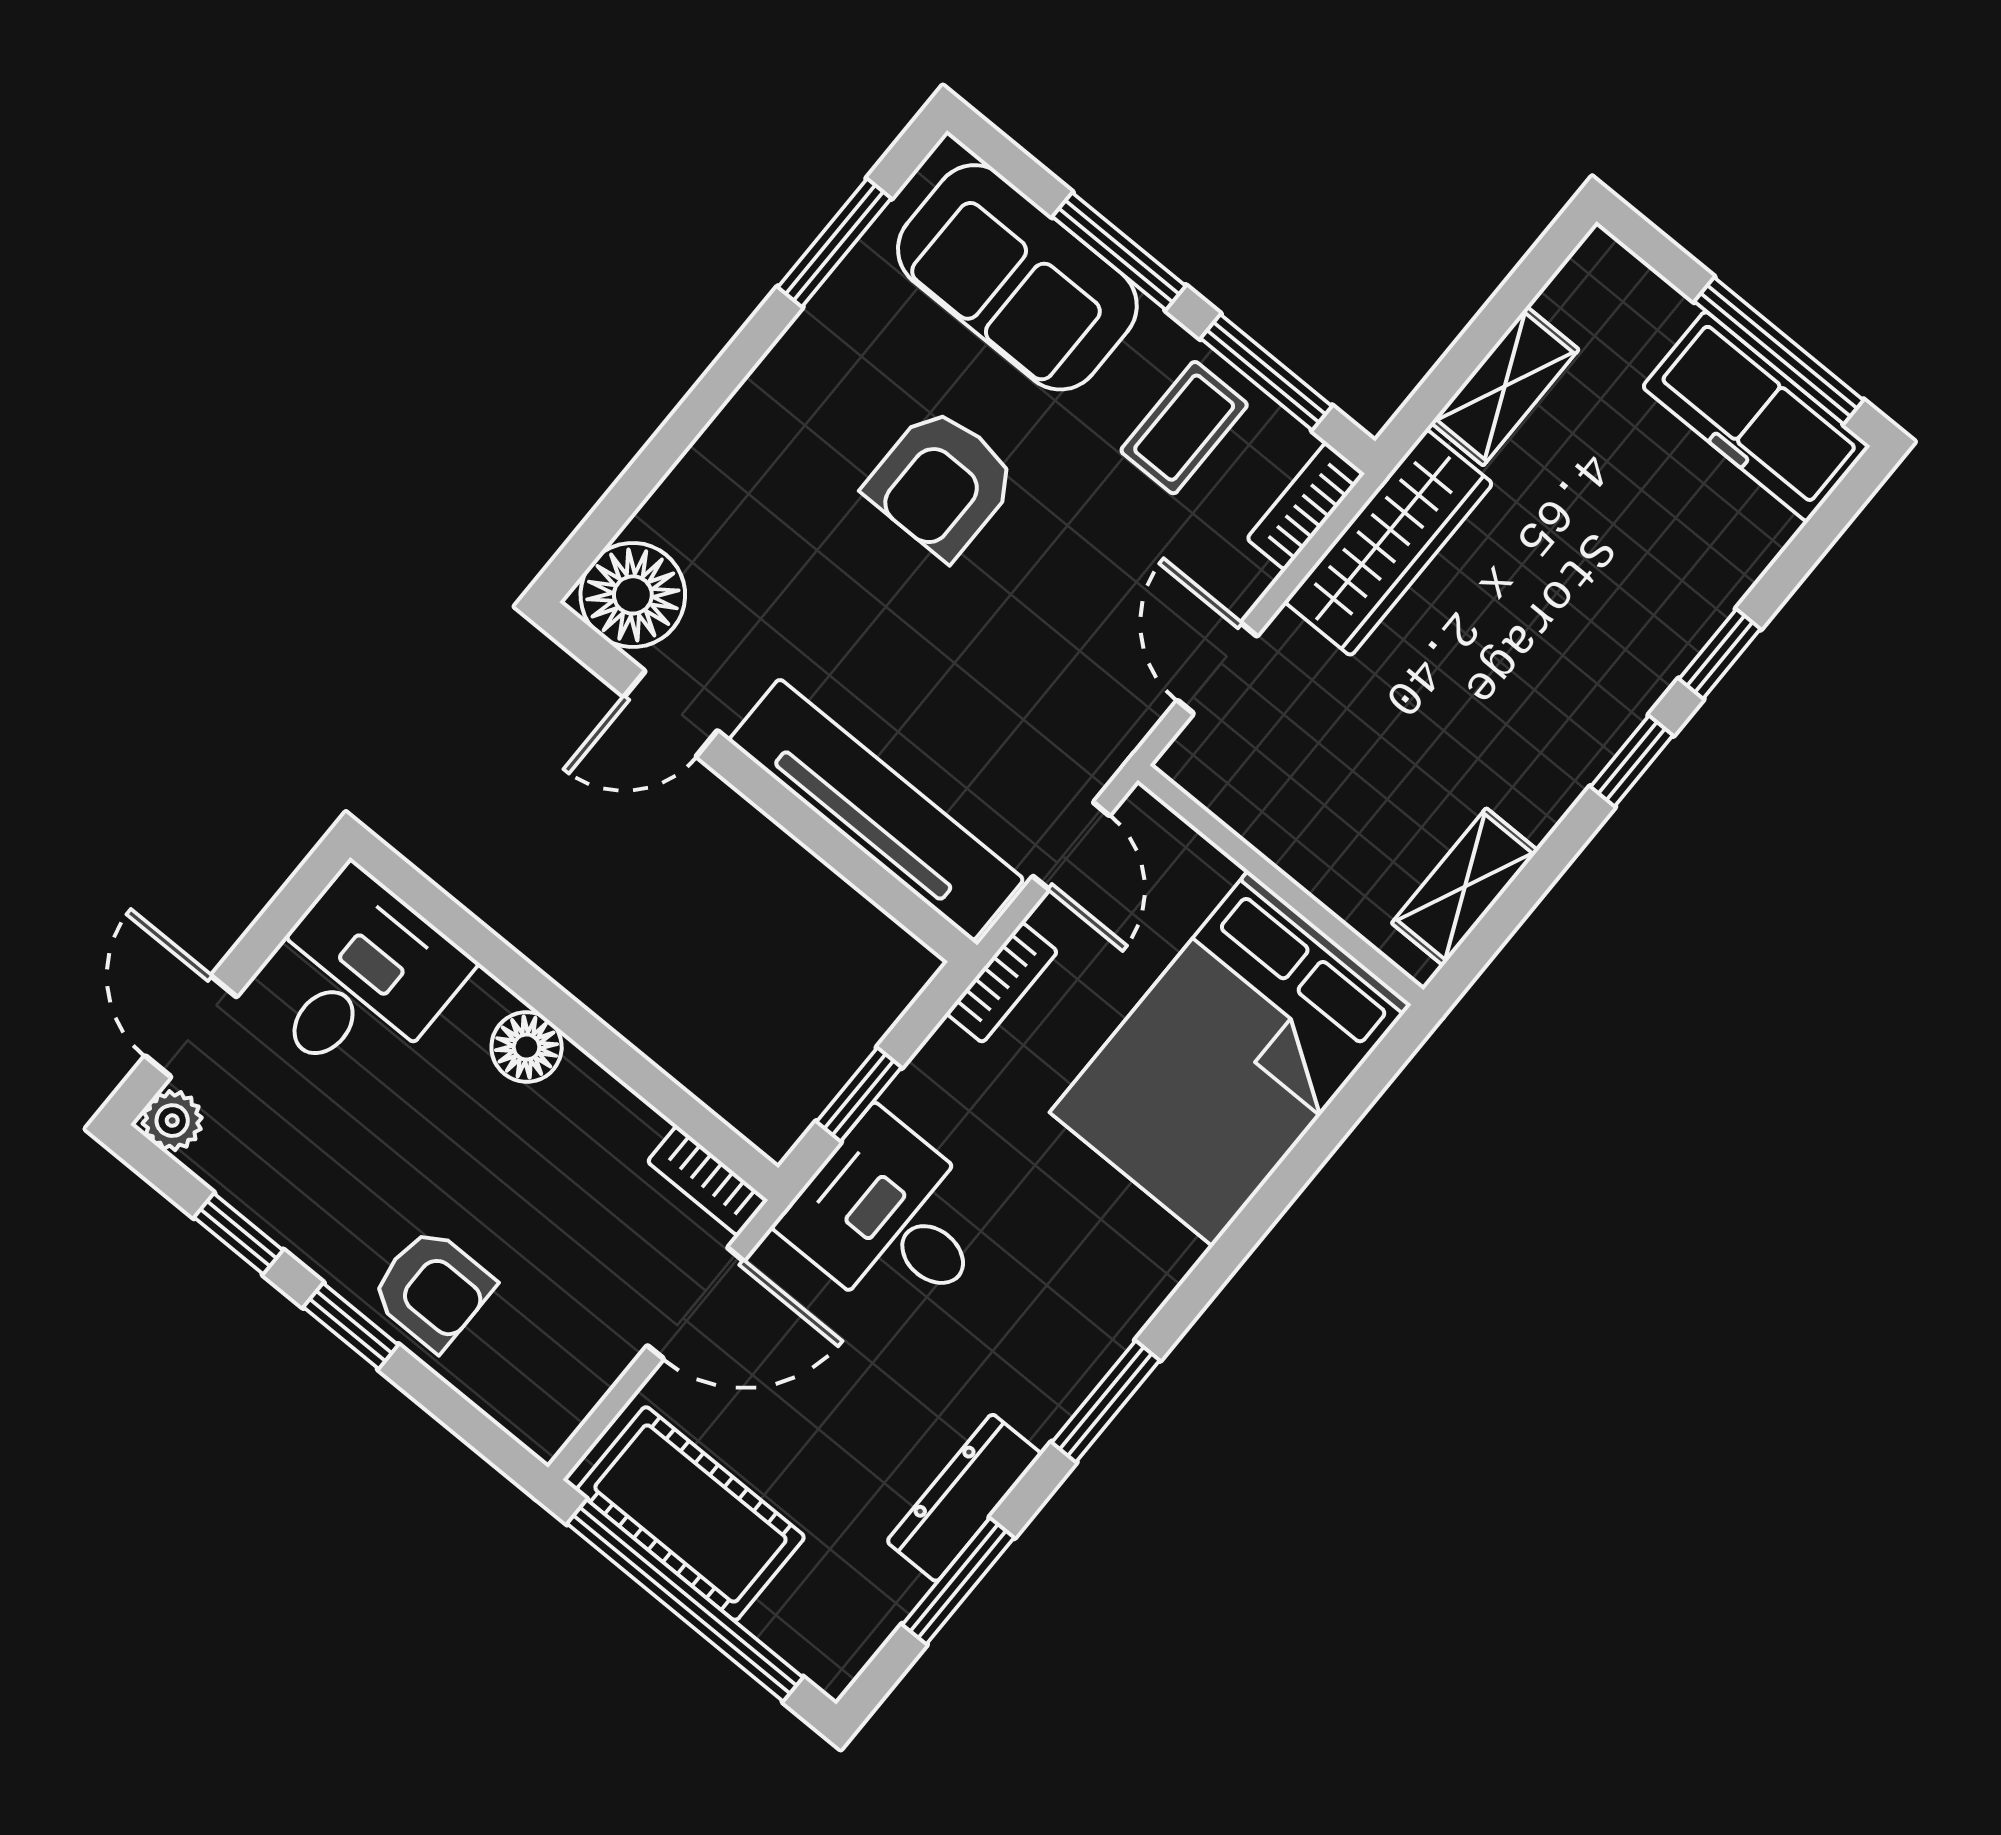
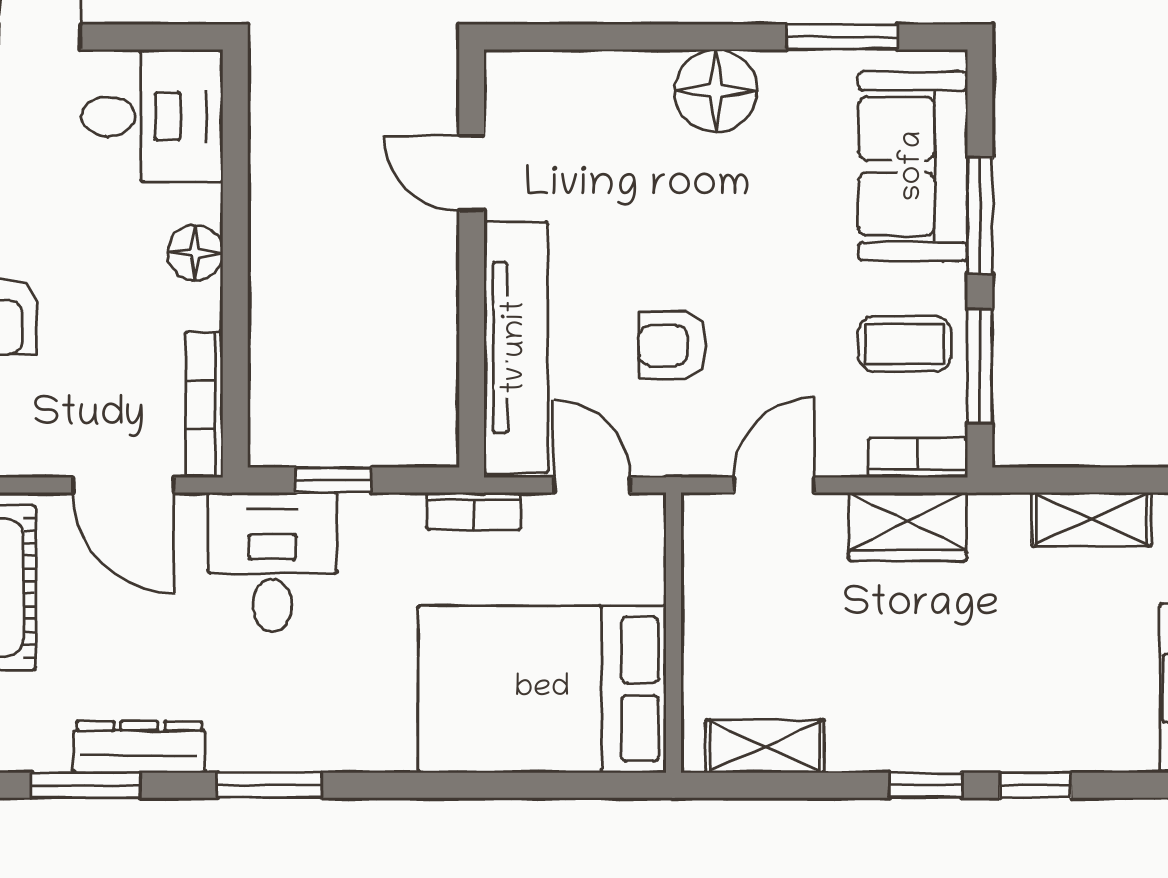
armchair: (942, 483) -> (673, 345), moved, width x0.72, depth x0.72
wardrobe: (1389, 543) -> (908, 527), width x0.67
floor lamp: (633, 595) -> (716, 91), moved
door: (1071, 846) -> (592, 485), swing flipped
bookcase: (707, 1181) -> (204, 404), width x1.56

